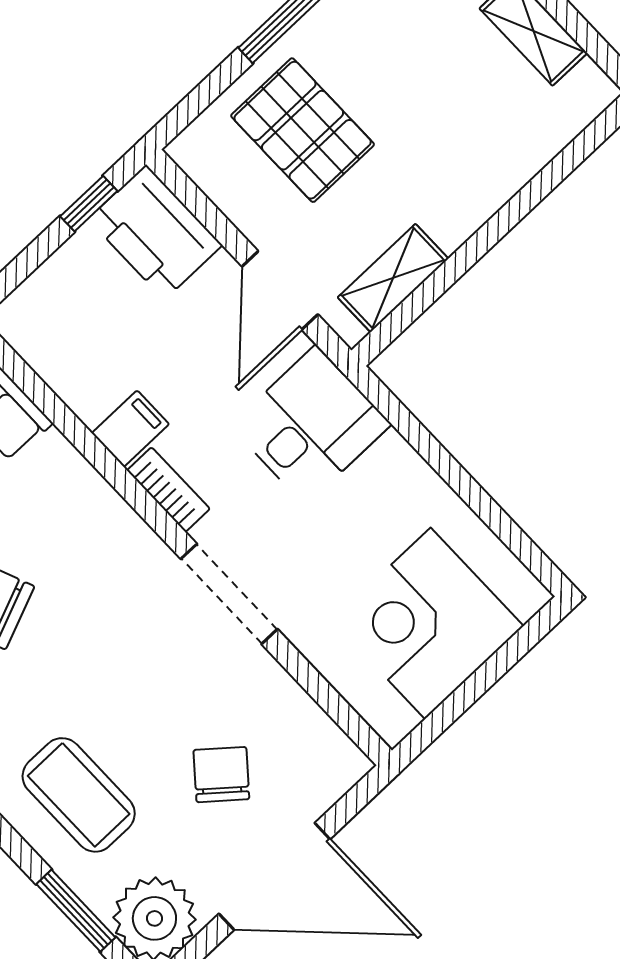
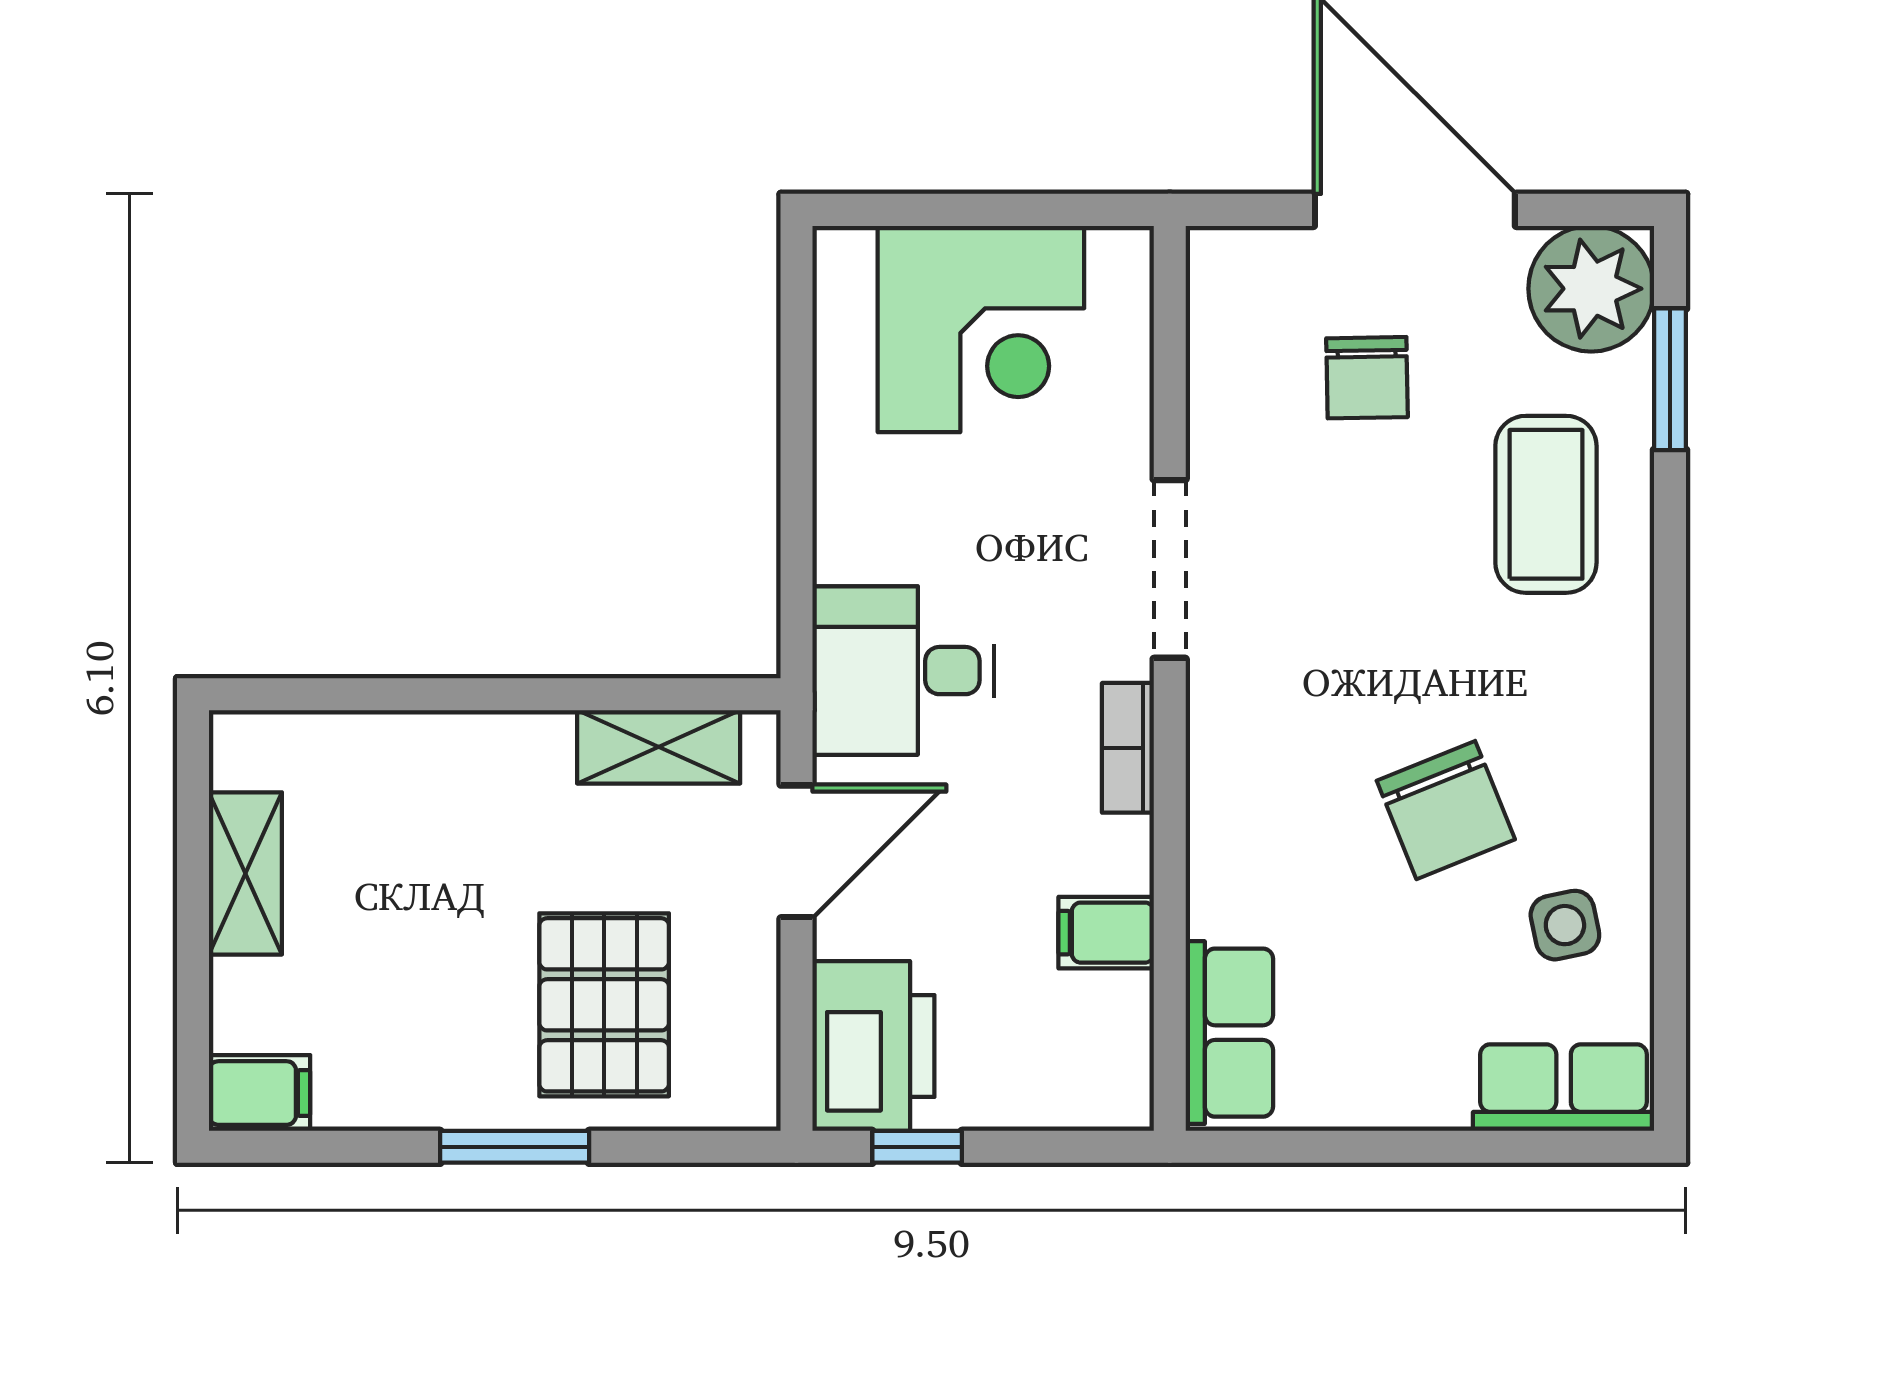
filing cabinet: (130, 429) -> (1106, 933), moved
chair: (221, 775) -> (1367, 378), turned -41

